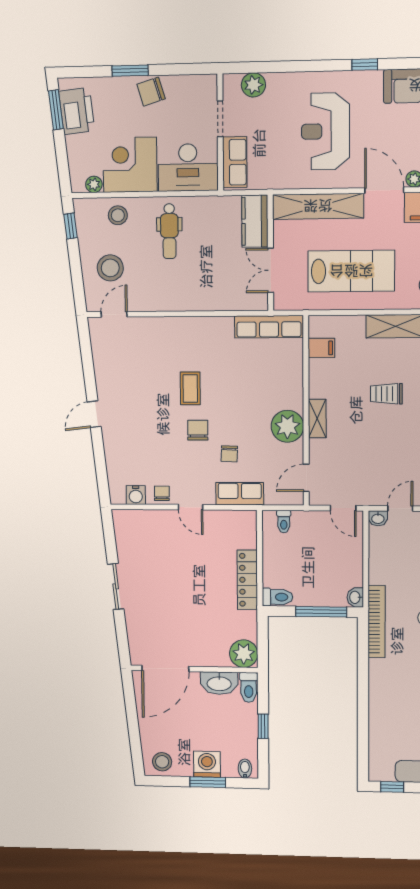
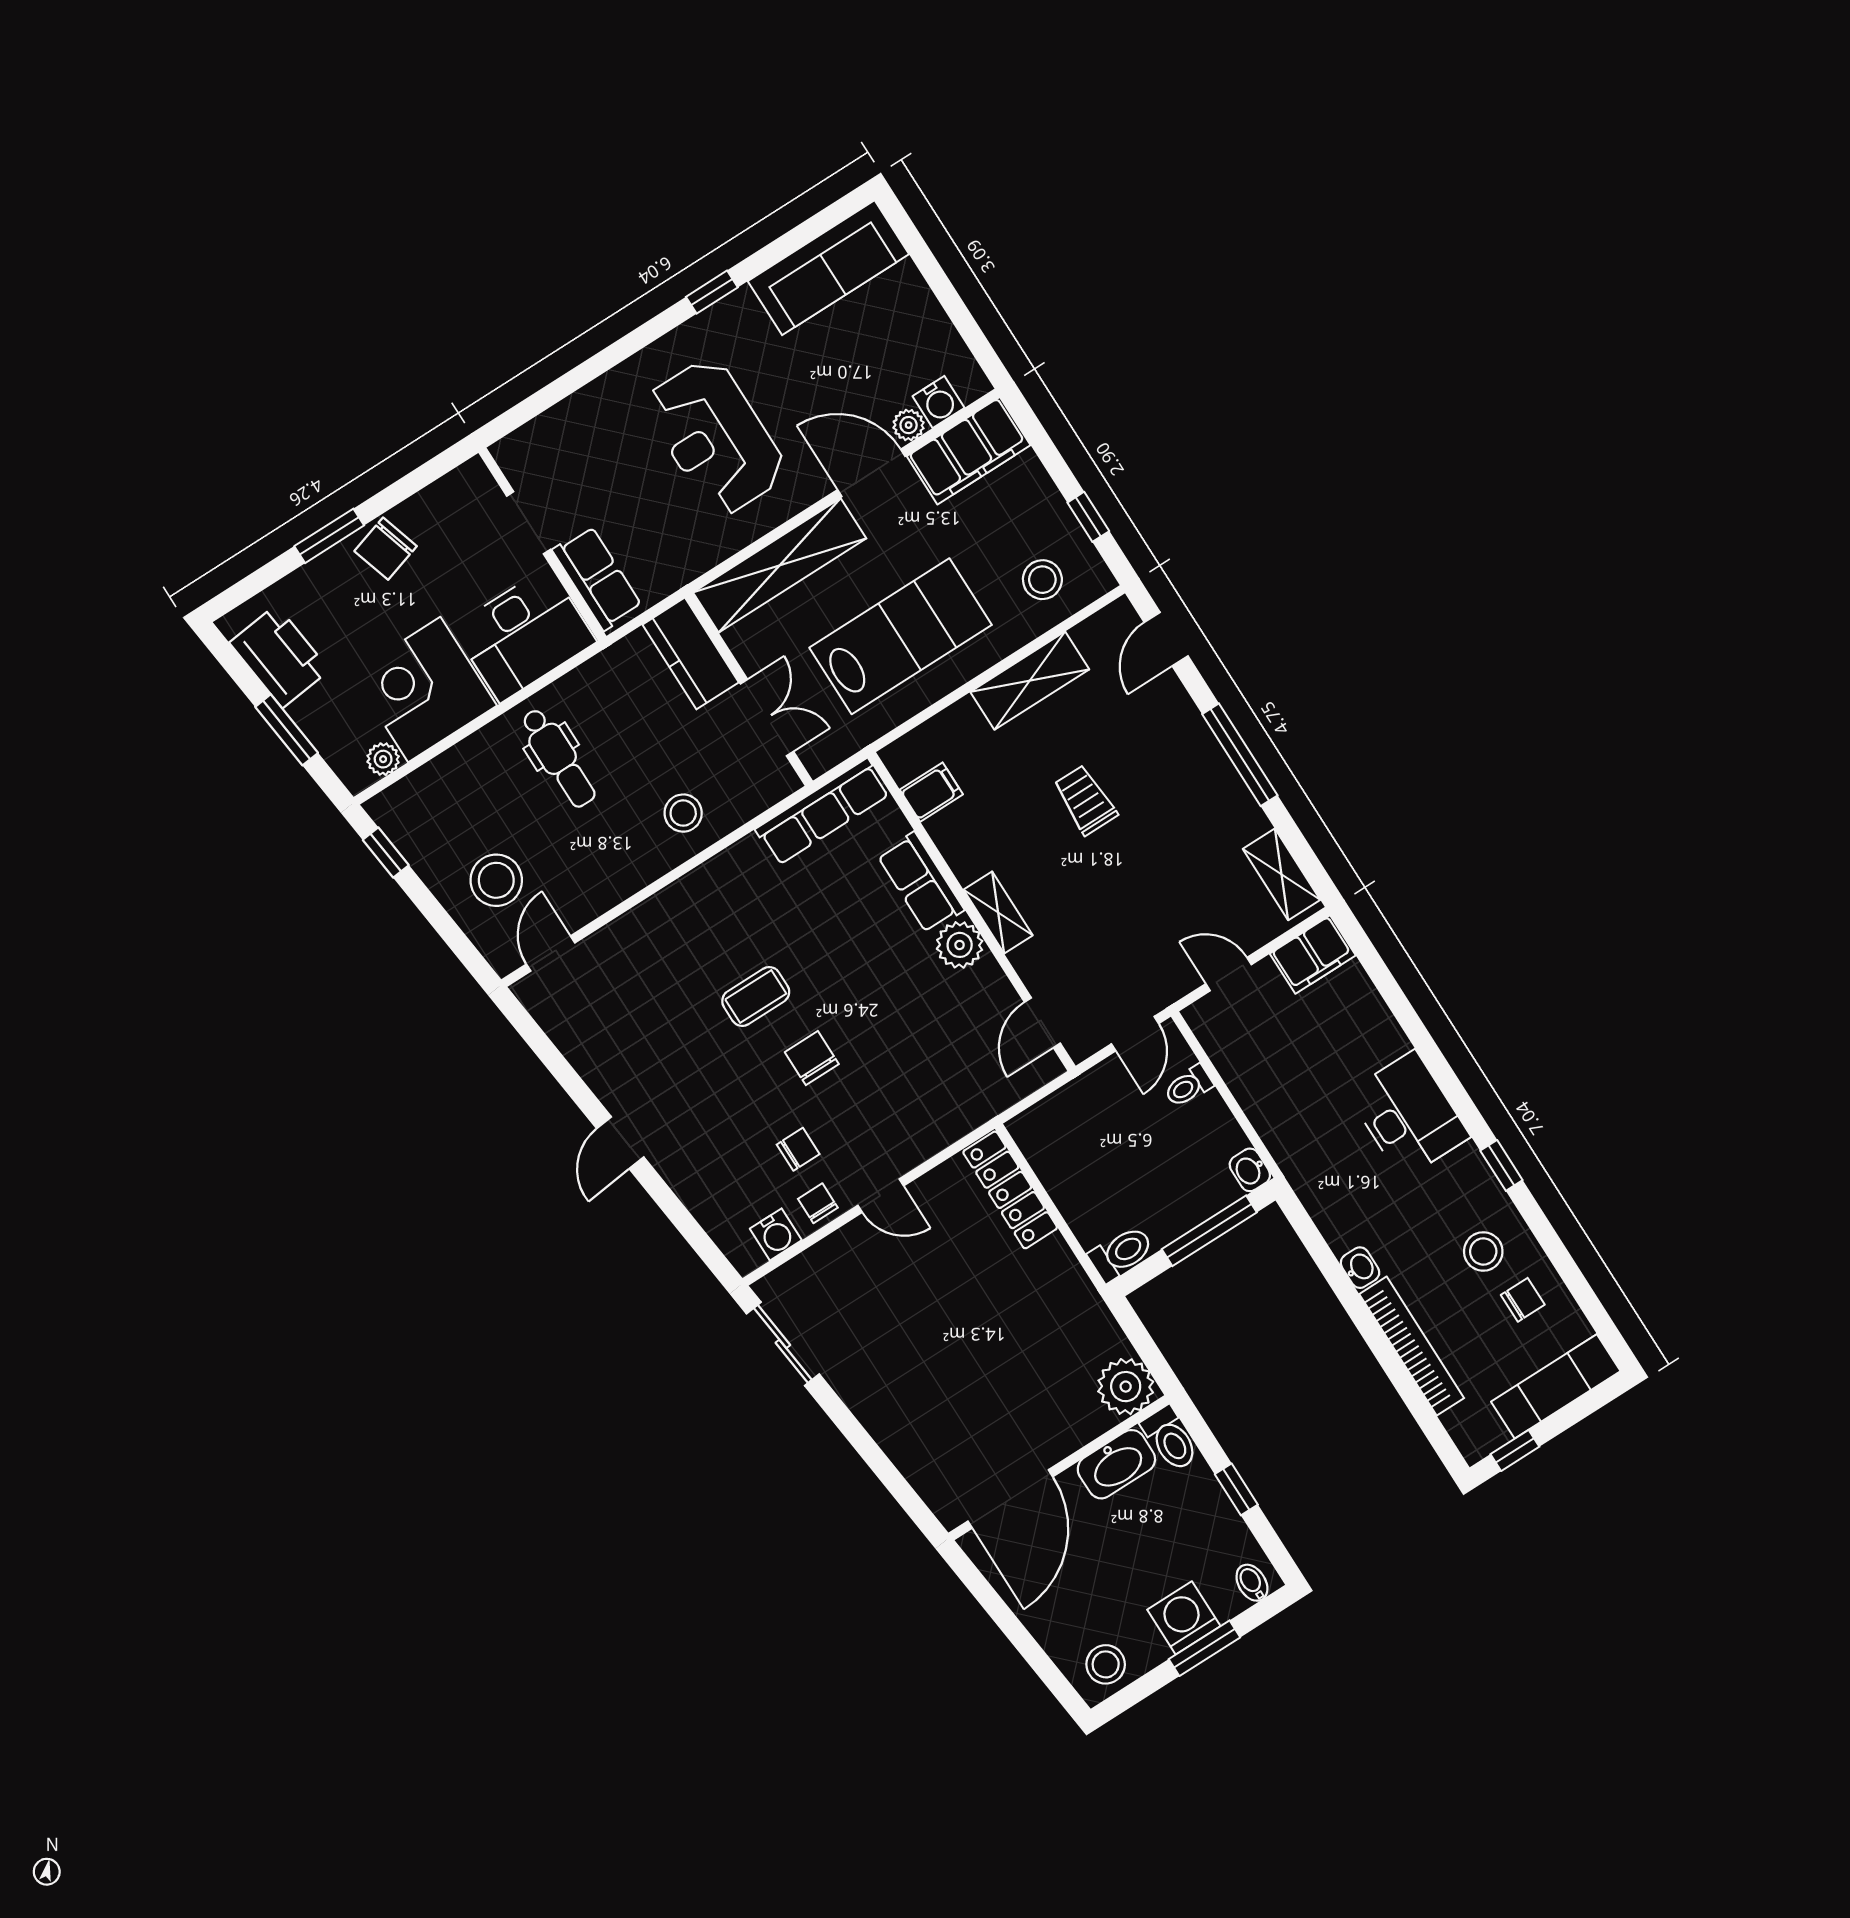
plant: (253, 85) -> (550, 435), removed
window: (56, 110) -> (287, 730), moved
stool: (118, 215) -> (683, 813), moved
double door: (271, 270) -> (767, 718), swing flipped
coffee table: (190, 388) -> (756, 996), turned 90
trolley: (386, 394) -> (1085, 800), turned 90
plant: (287, 426) -> (960, 945), width x0.73, depth x0.73
chair: (229, 454) -> (798, 1149), moved, turned -92
row of seats: (240, 494) -> (921, 883), moved, turned -90
door: (343, 508) -> (1135, 1034), hinge flipped
door: (400, 508) -> (1229, 974), hinge flipped
washbasin: (378, 518) -> (1360, 1268), moved, turned -90
toilet: (284, 522) -> (1188, 1086), moved, turned 90
locker: (247, 580) -> (1010, 1190), moved
sliding door: (116, 586) -> (783, 1344), moved
bookcase: (377, 622) -> (1412, 1346), moved

